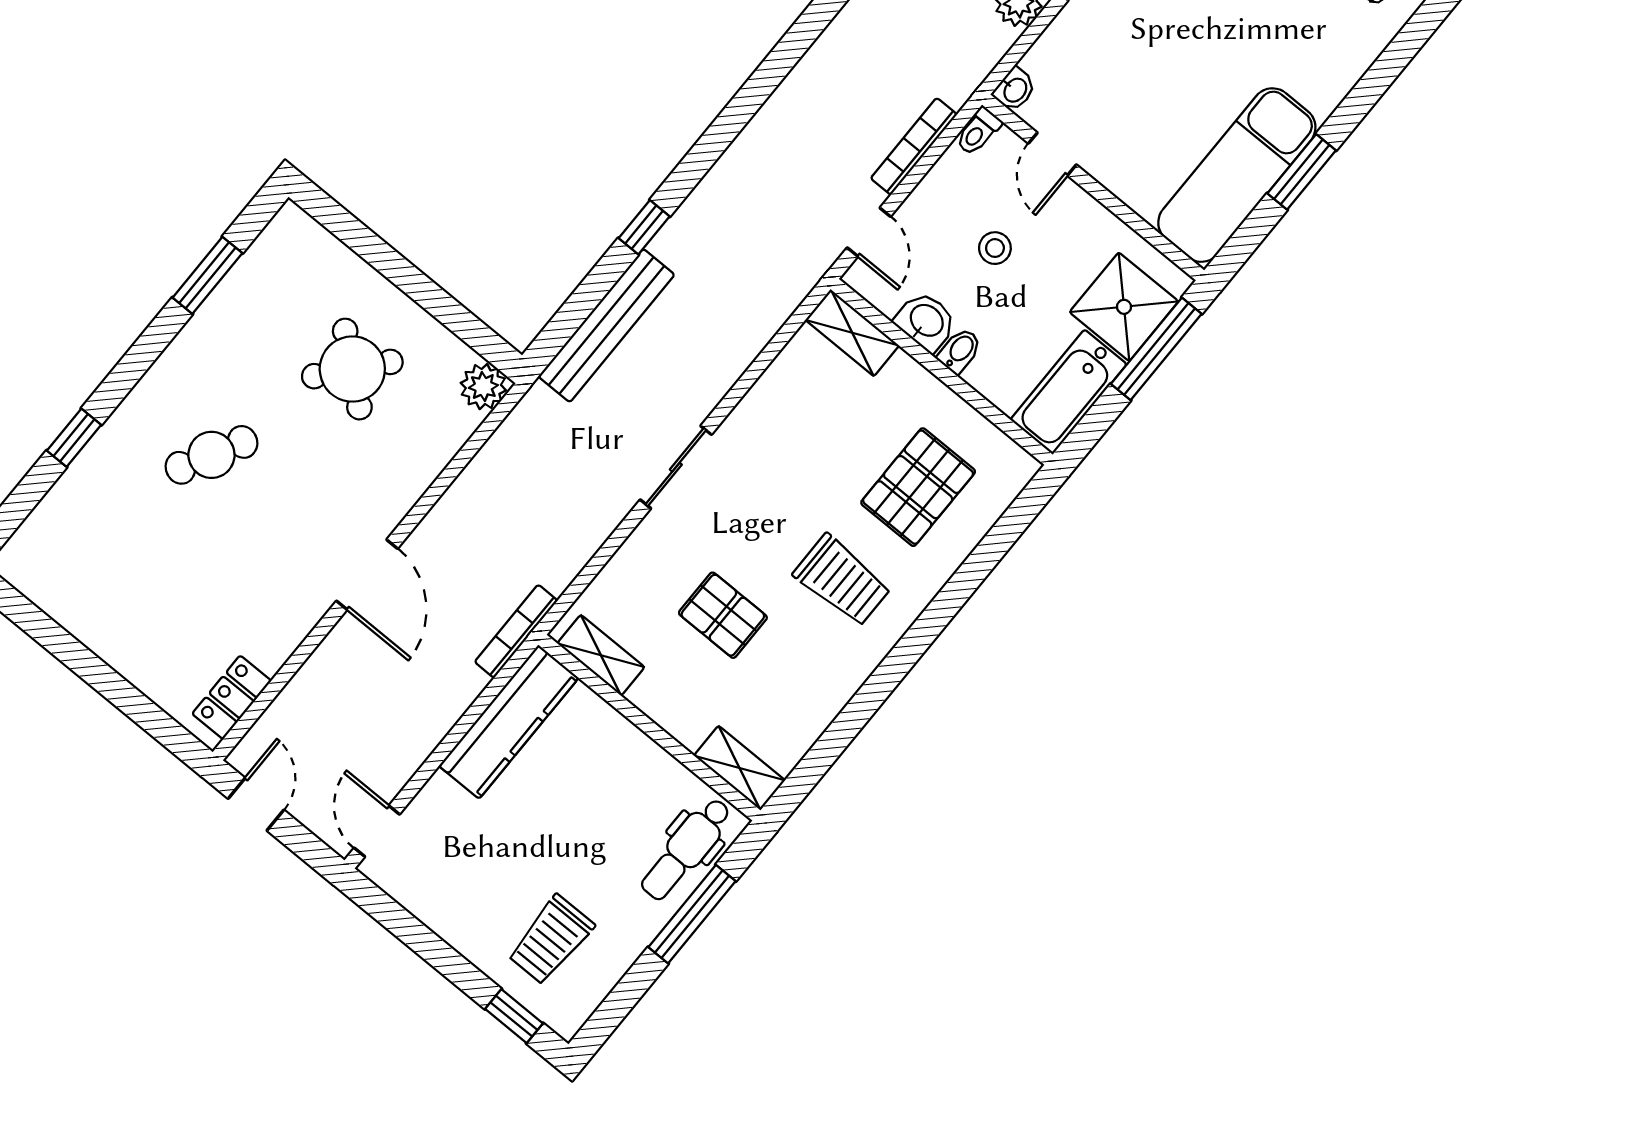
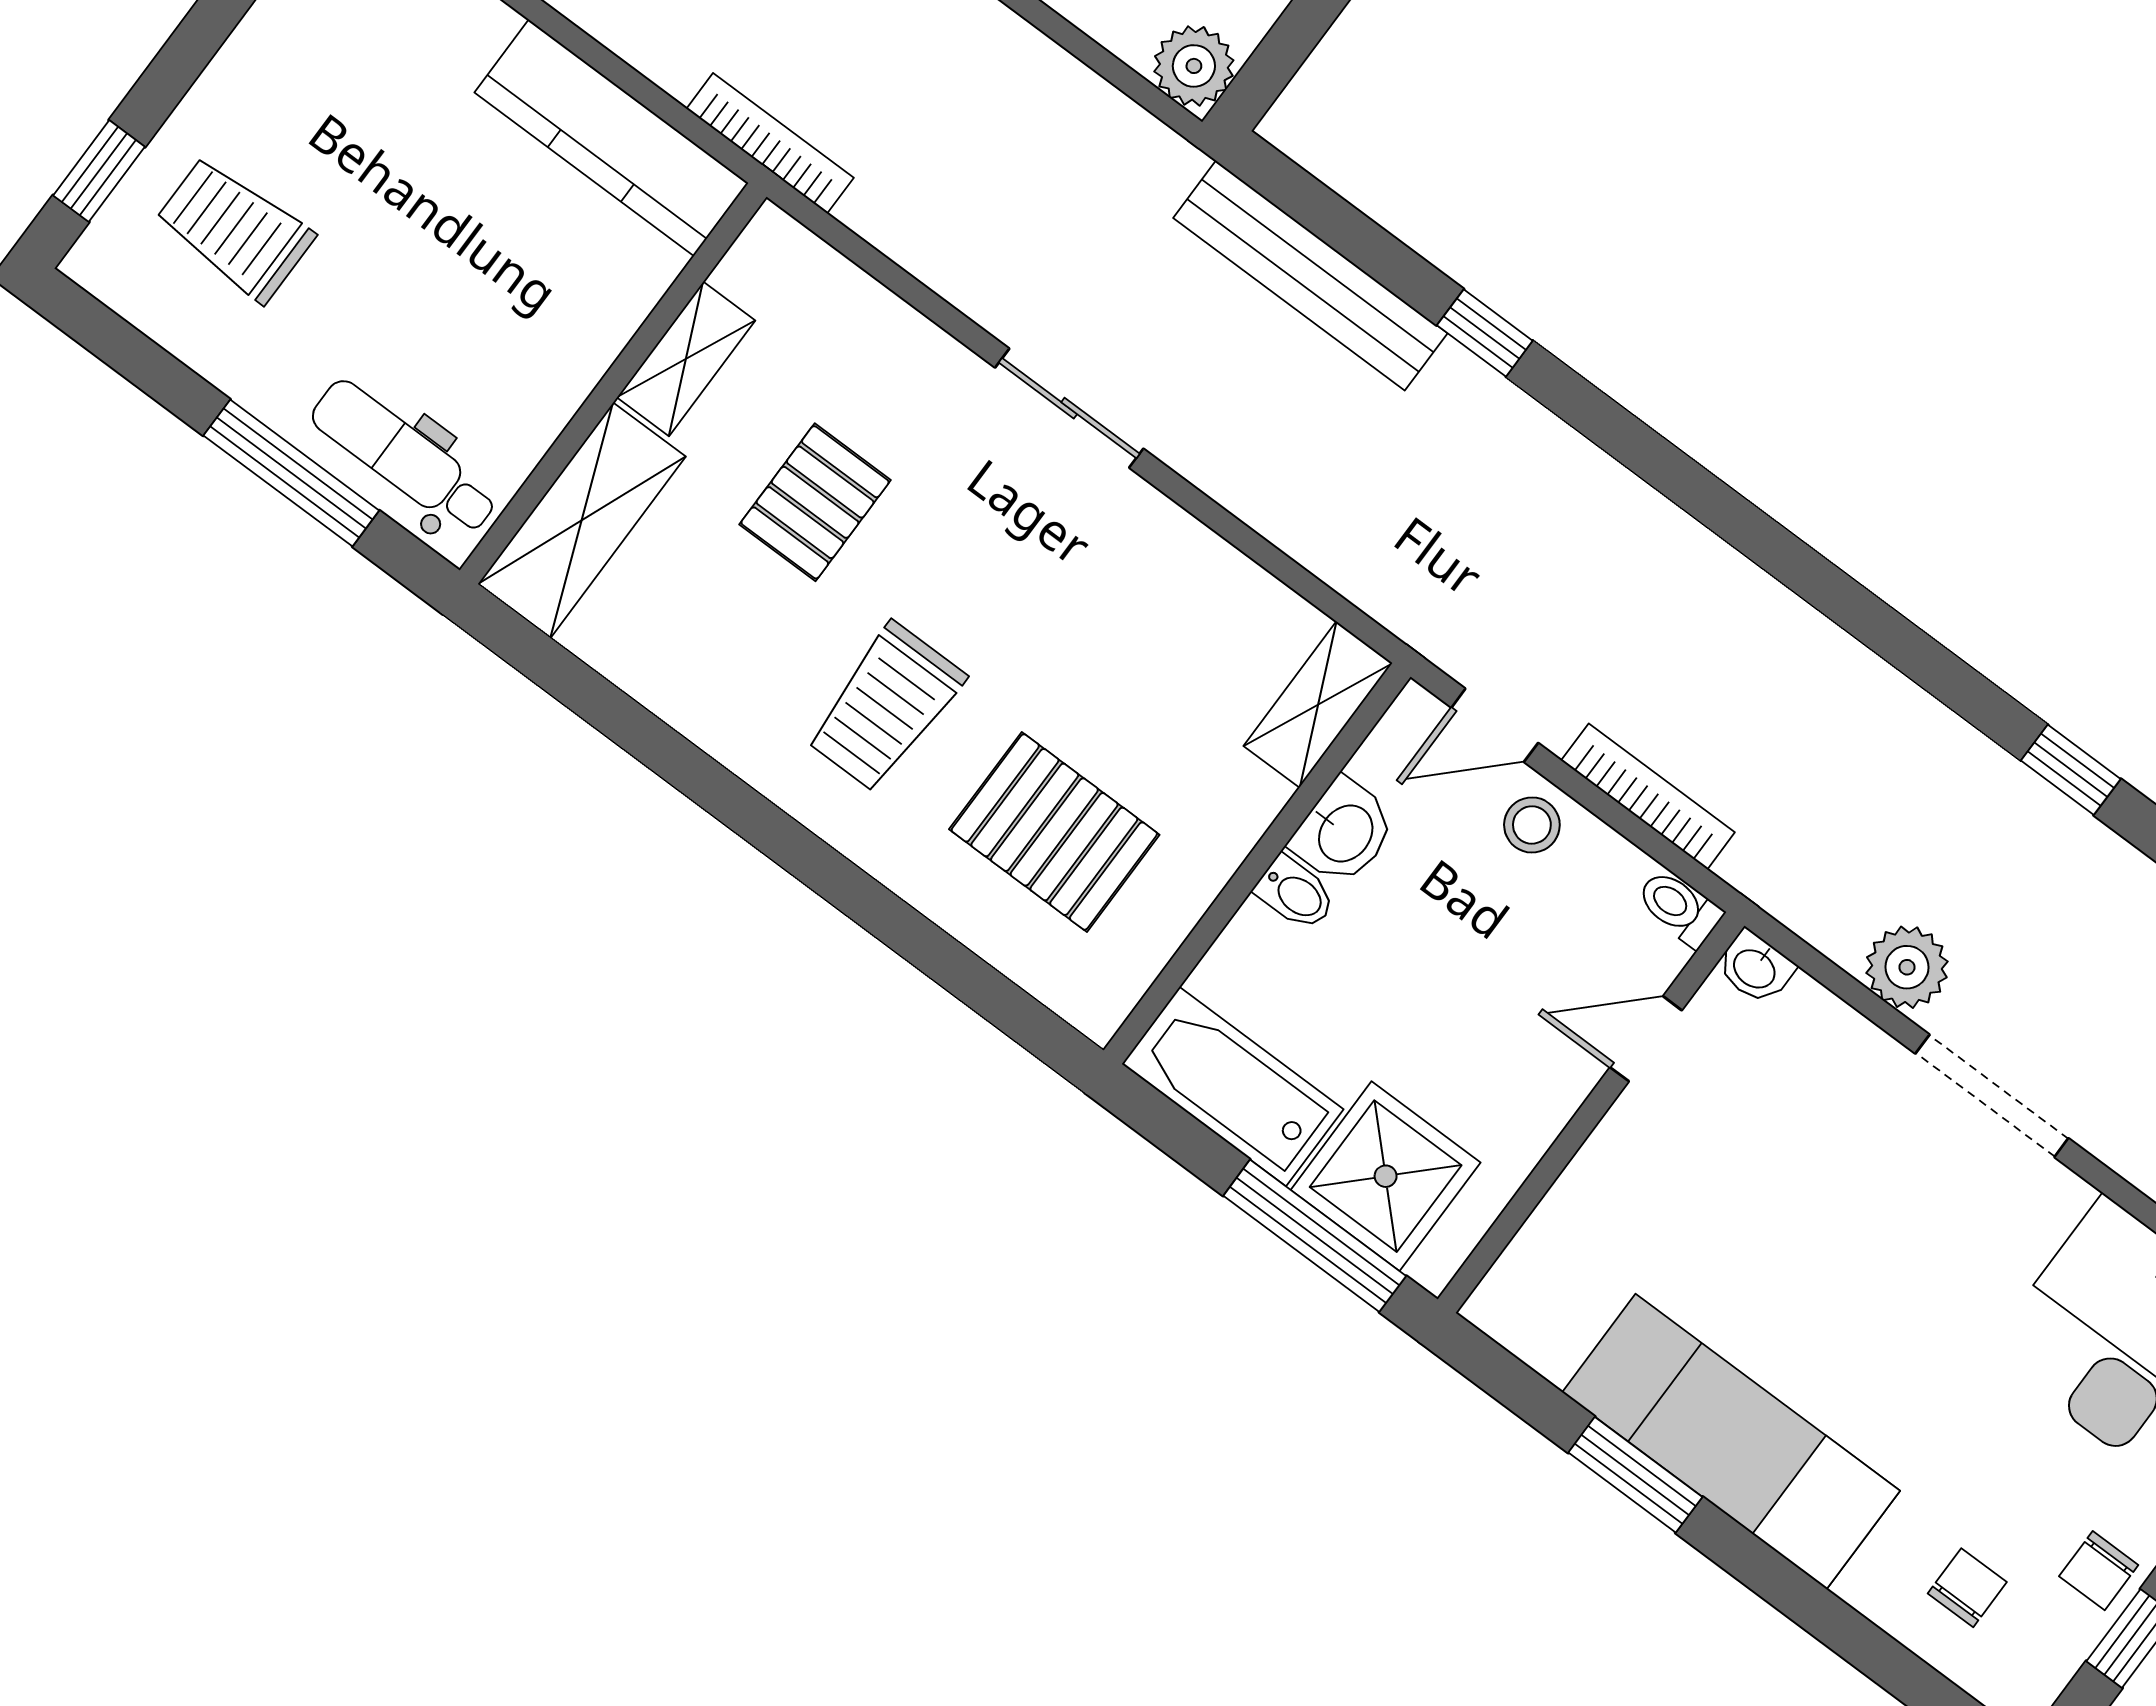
exam couch: (1237, 175) -> (1731, 1441), moved
stool: (995, 248) -> (1532, 825), moved
shelving: (601, 655) -> (686, 359), moved
shelving: (739, 768) -> (582, 520), width x1.50, depth x1.33

